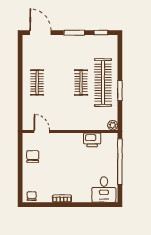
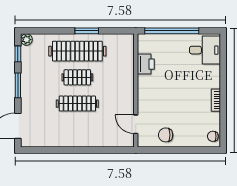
clothes rail: (37, 83) -> (77, 104), moved, width x1.36
plant: (113, 125) -> (26, 40), moved
door: (42, 131) -> (136, 124), hinge flipped

